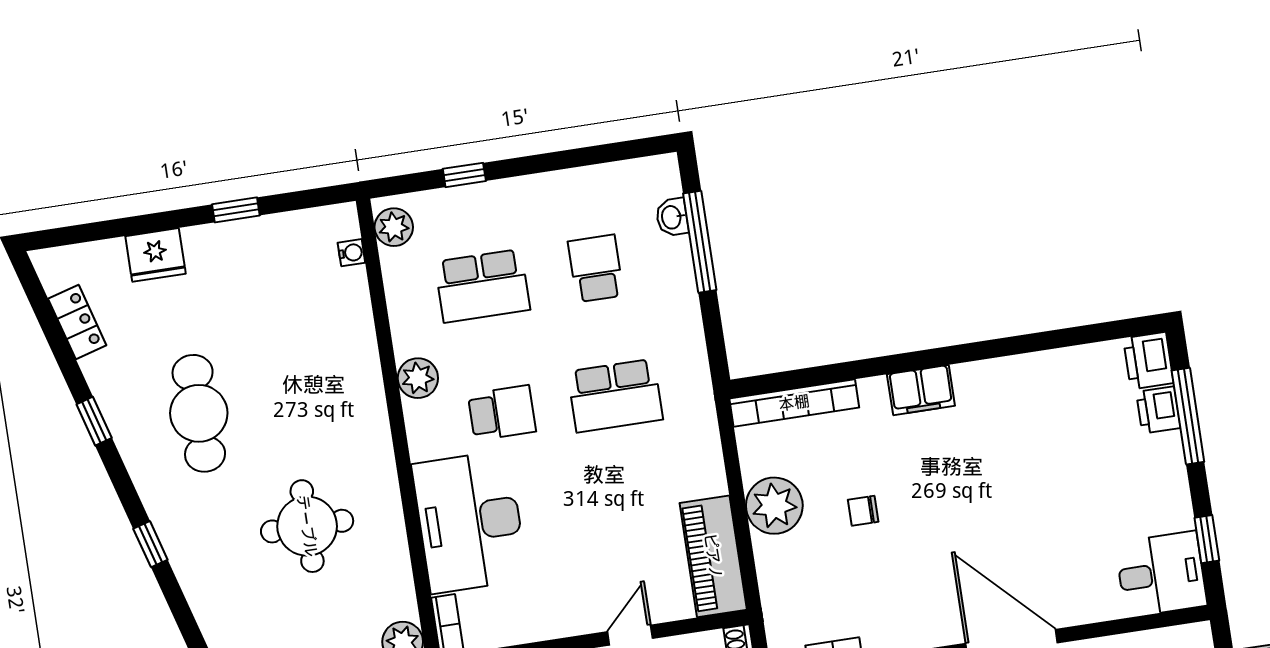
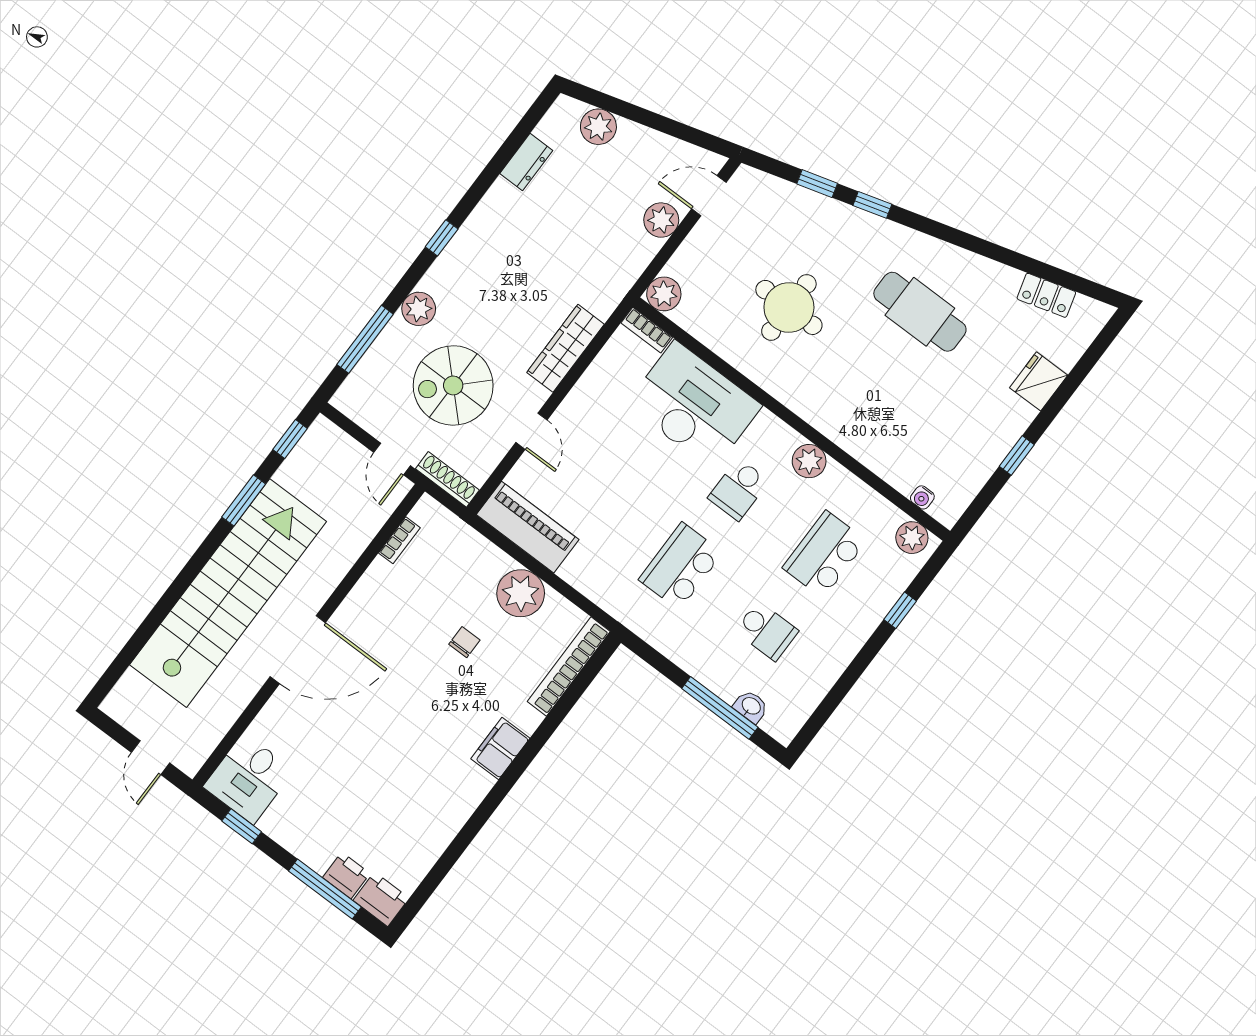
window: (94, 421) -> (817, 184), moved

